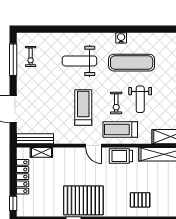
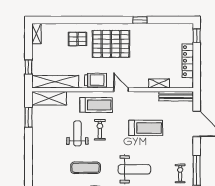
exercise mat: (132, 63) -> (86, 168), width x0.73, depth x0.69
treadmill: (83, 107) -> (146, 128), moved, turned -90
shelving: (41, 152) -> (159, 83), moved
pallet: (83, 200) -> (111, 44), moved

